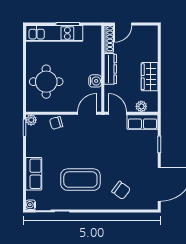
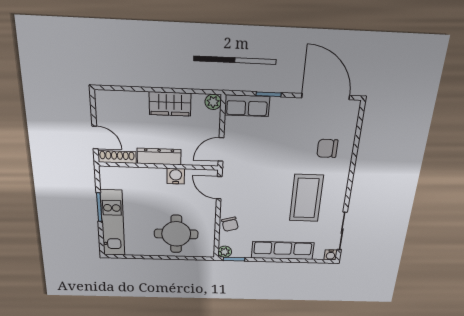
plant: (141, 106) -> (213, 102), moved
row of seats: (142, 122) -> (247, 106), moved, turned 90
row of seats: (34, 174) -> (283, 250), width x1.48
chair: (121, 190) -> (327, 148), turned -126

